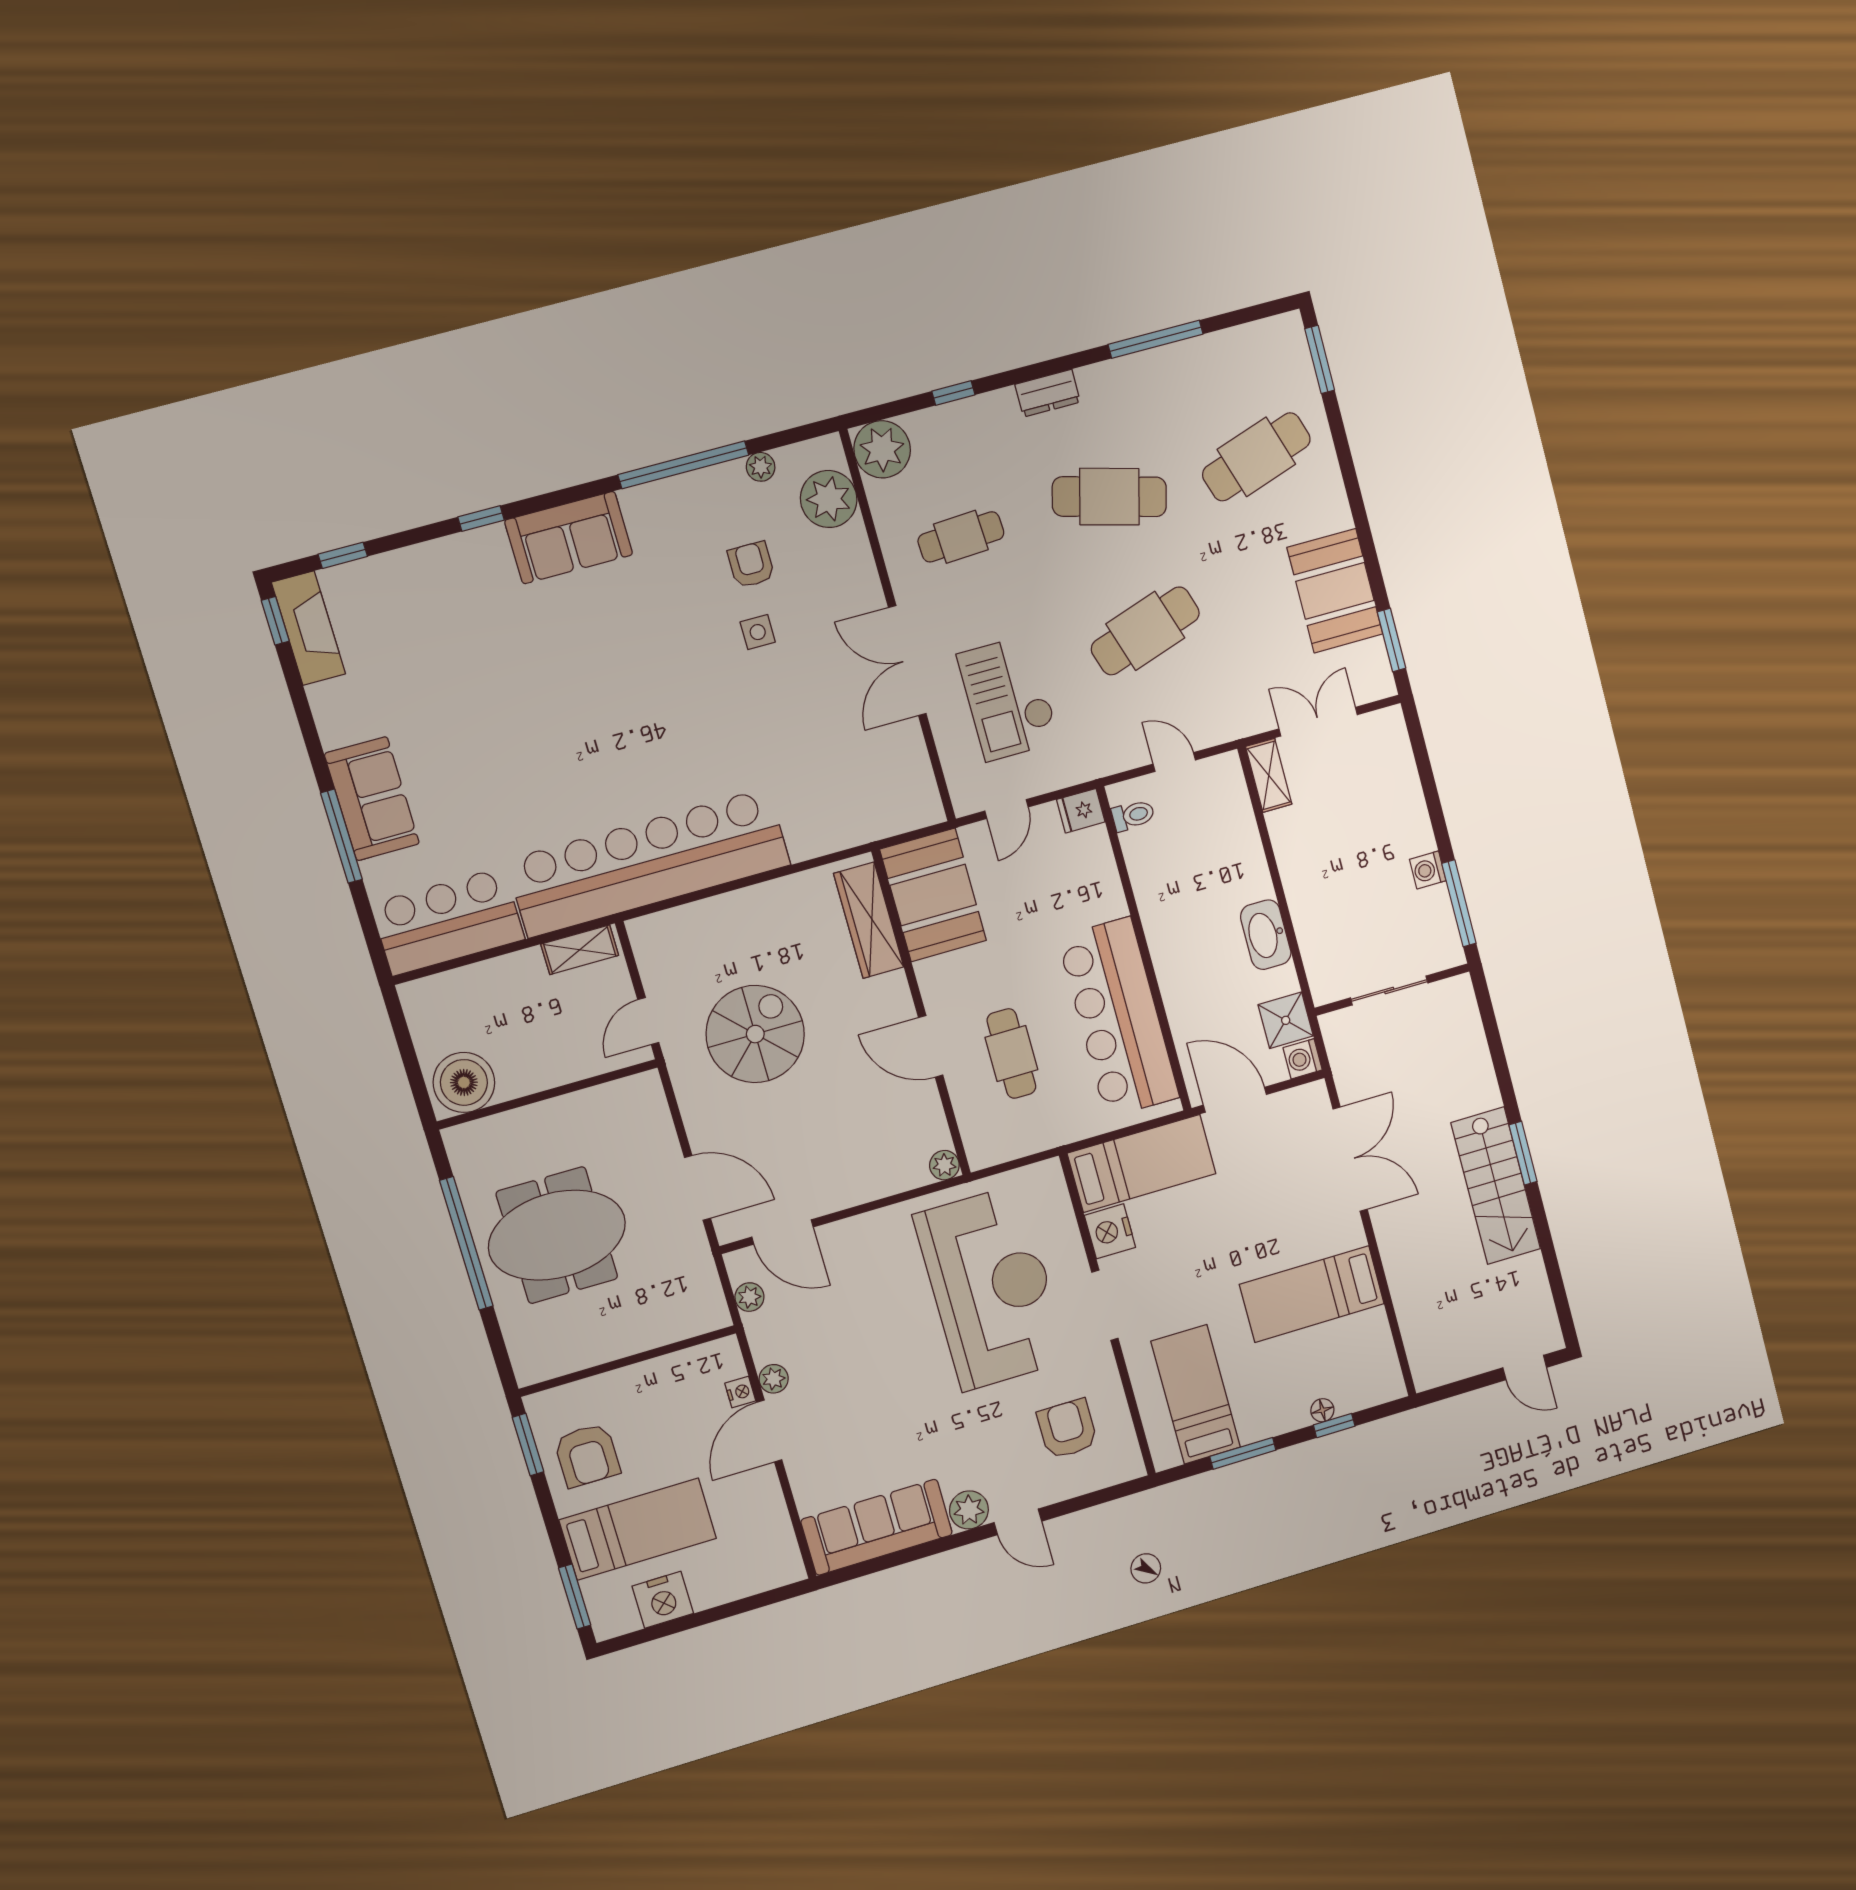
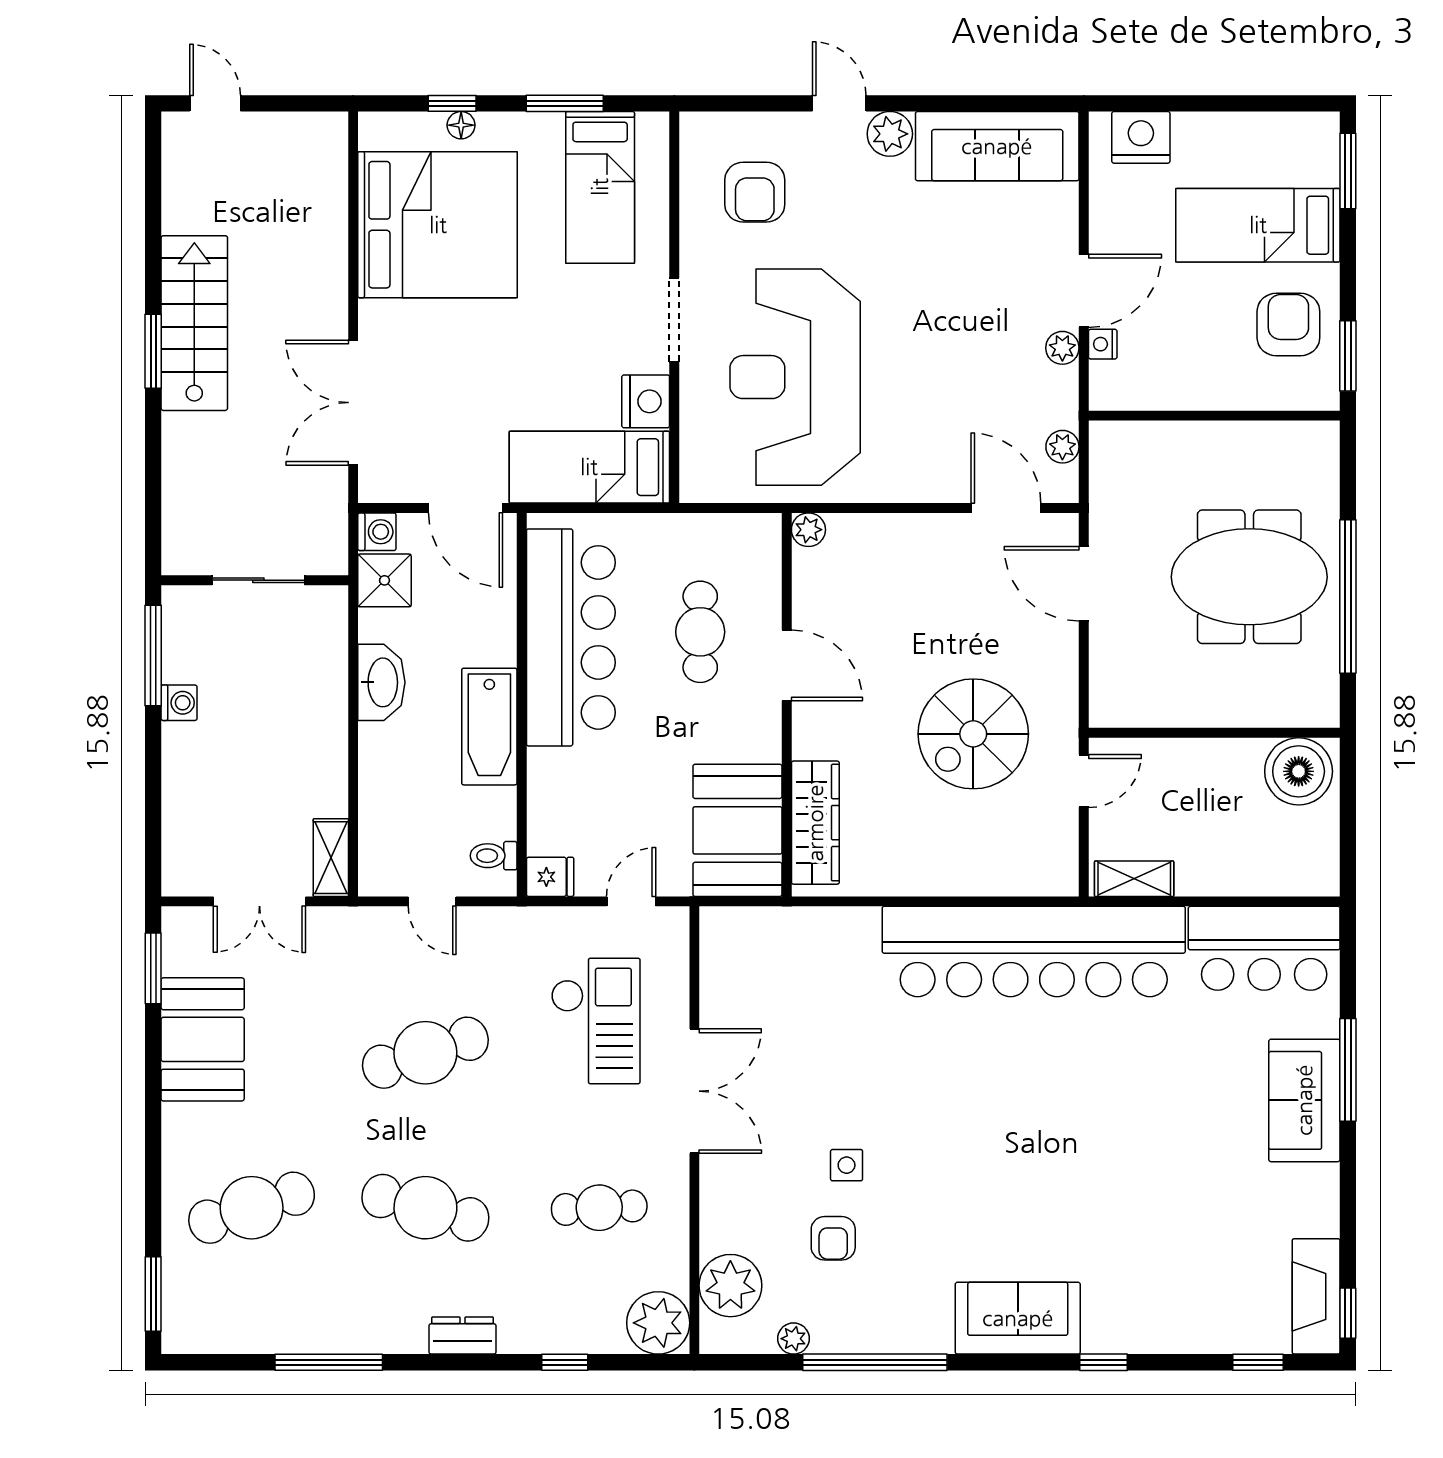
bathtub: (1166, 923) -> (489, 727), added
bed: (1312, 1294) -> (438, 225), width x2.04
nightstand: (663, 1600) -> (1141, 137), moved

